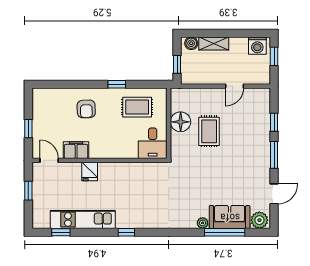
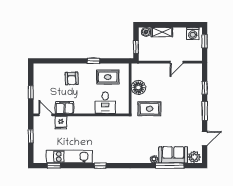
rug: (209, 131) -> (149, 109), moved, turned 90
desk: (153, 143) -> (105, 103), moved
fridge: (90, 171) -> (61, 123), moved

